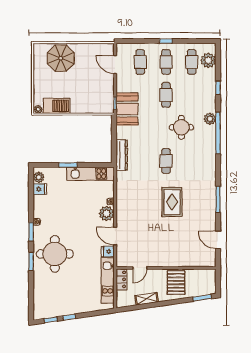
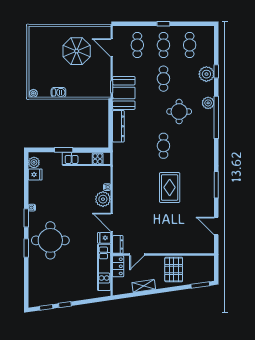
parasol: (61, 58) -> (77, 51), moved
plant: (208, 60) -> (206, 74), moved
barbecue: (57, 106) -> (58, 92), width x0.53, depth x0.65
dresser: (122, 155) -> (118, 126), moved
dresser: (121, 258) -> (118, 244), added

